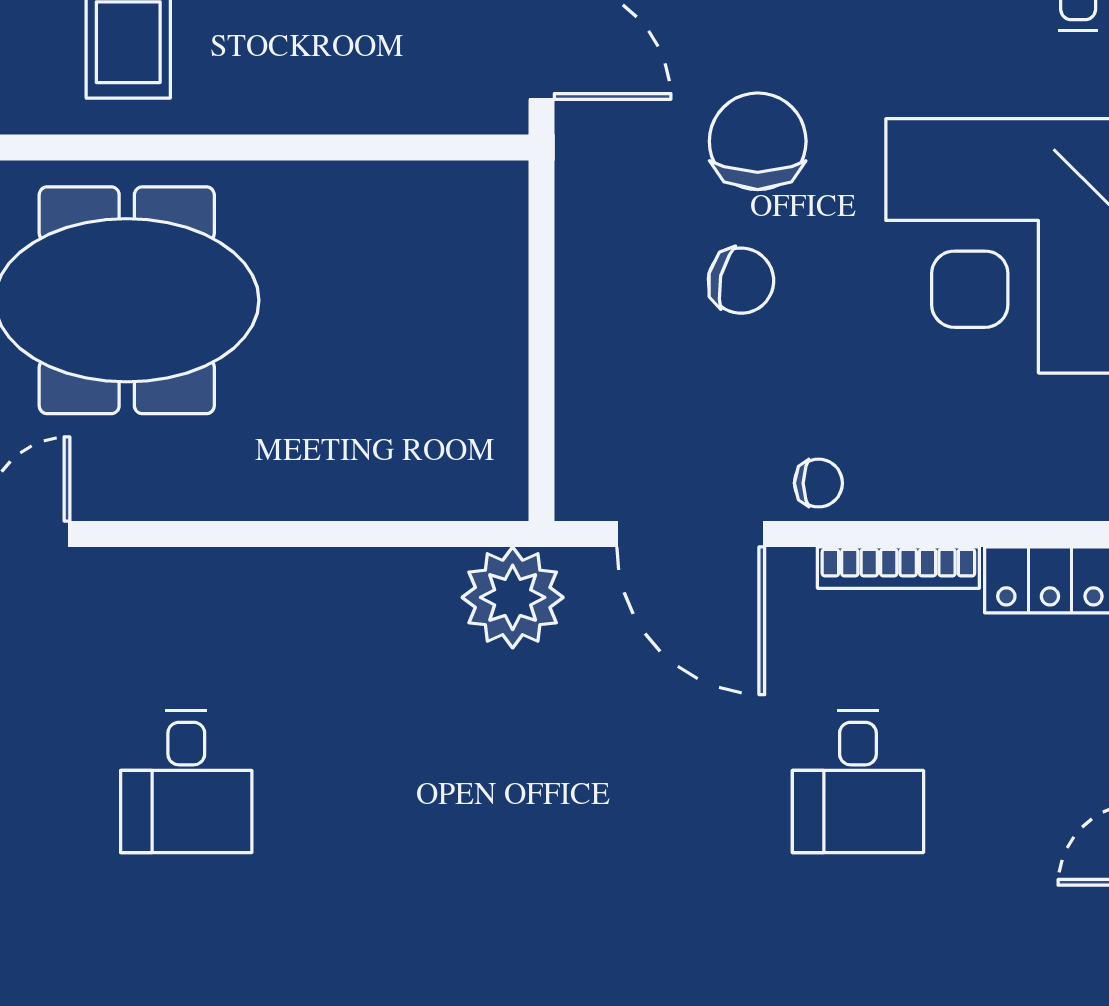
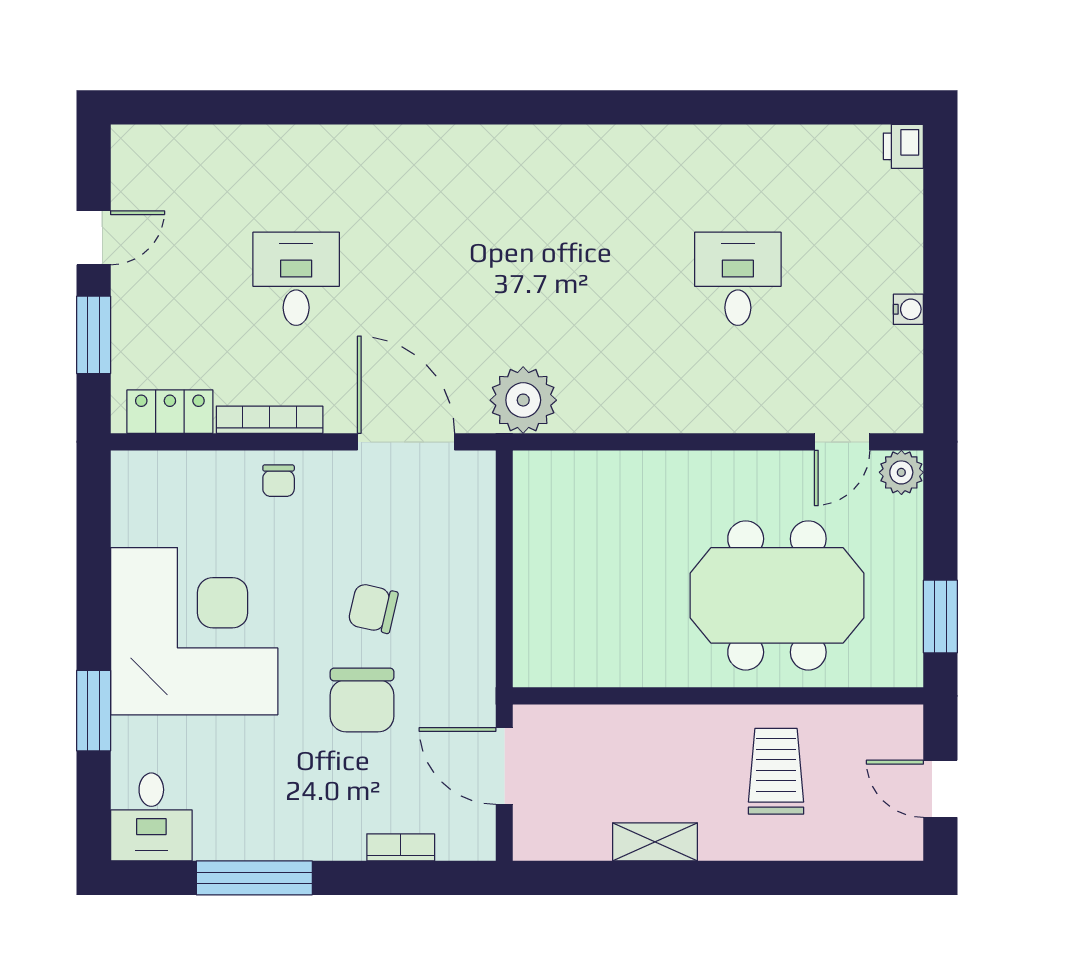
chair: (818, 483) -> (279, 481), moved, turned -90

